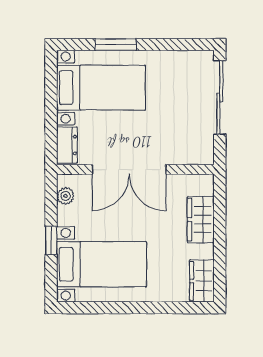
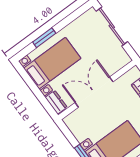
double door: (129, 169) -> (94, 92), swing flipped
plant: (65, 196) -> (73, 127), removed

